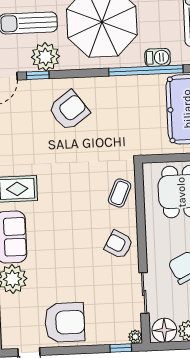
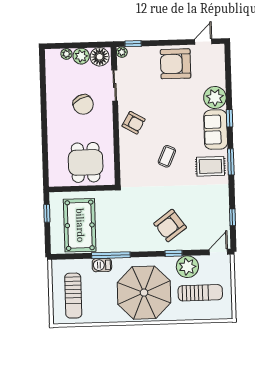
window: (146, 71) -> (111, 255), width x0.68
window: (38, 75) -> (174, 253), moved
coffee table: (120, 193) -> (167, 156), moved

